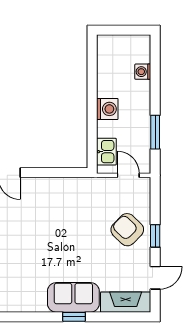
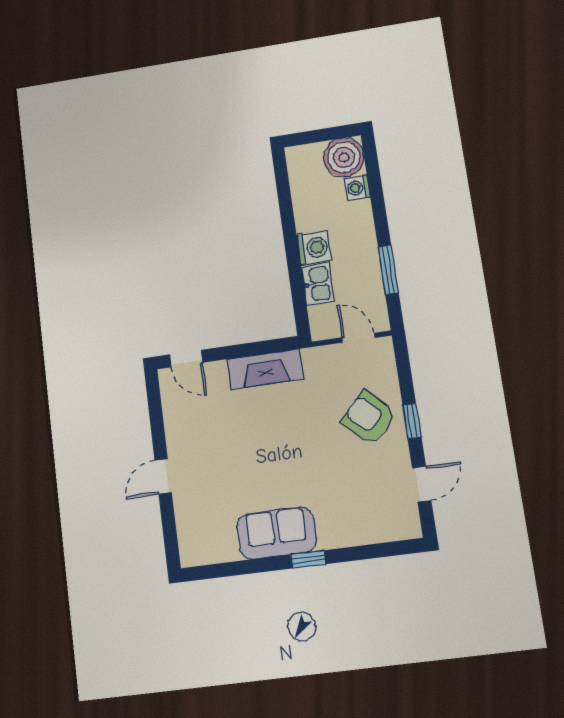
boiler: (137, 49) -> (344, 157), added
kitchen sink: (106, 152) -> (318, 284), moved
sofa: (73, 297) -> (276, 533), moved
fireplace: (126, 302) -> (265, 369), moved, turned 180

